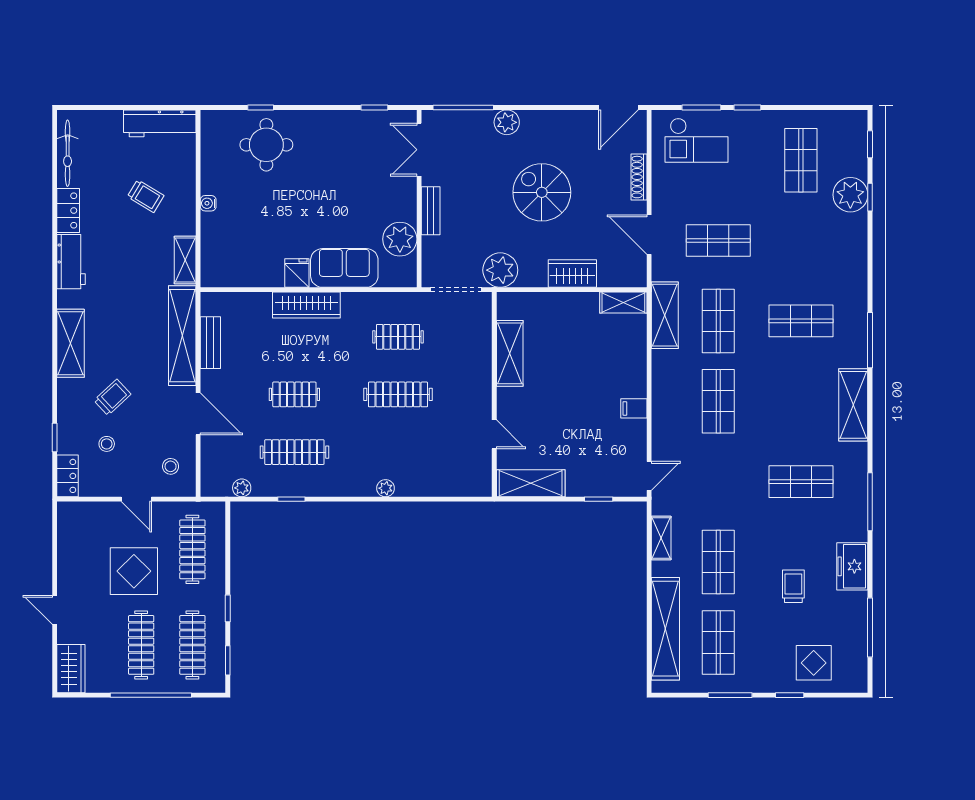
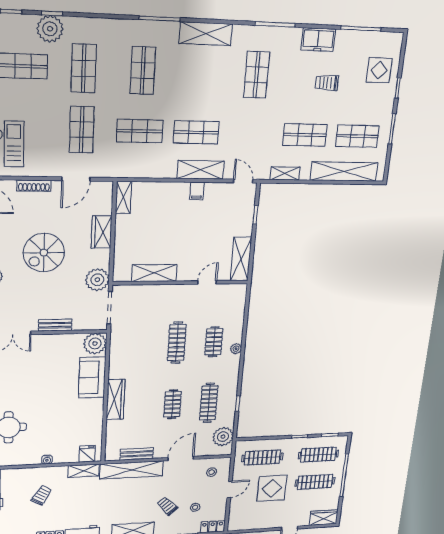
plant: (400, 239) -> (95, 344), moved
shop shelf: (801, 241) -> (84, 68), added
fridge: (297, 273) -> (87, 454), moved, turned 90
shelving: (665, 315) -> (201, 170), moved
clothes rail: (398, 337) -> (214, 342), moved
plant: (242, 488) -> (223, 437), width x1.88, depth x1.88

